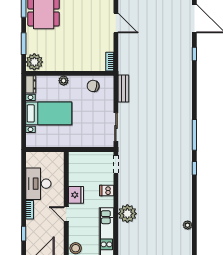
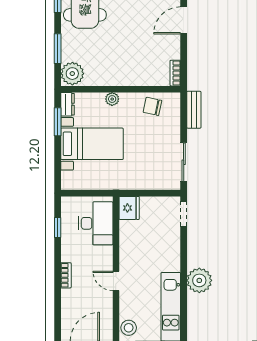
door: (116, 23) -> (184, 20), swing flipped
window: (24, 97) -> (58, 122), added
desk: (38, 184) -> (96, 223), moved, turned 180
dishwasher: (107, 191) -> (171, 249), removed
fridge: (76, 195) -> (129, 208), moved
window: (24, 234) -> (58, 228), moved

